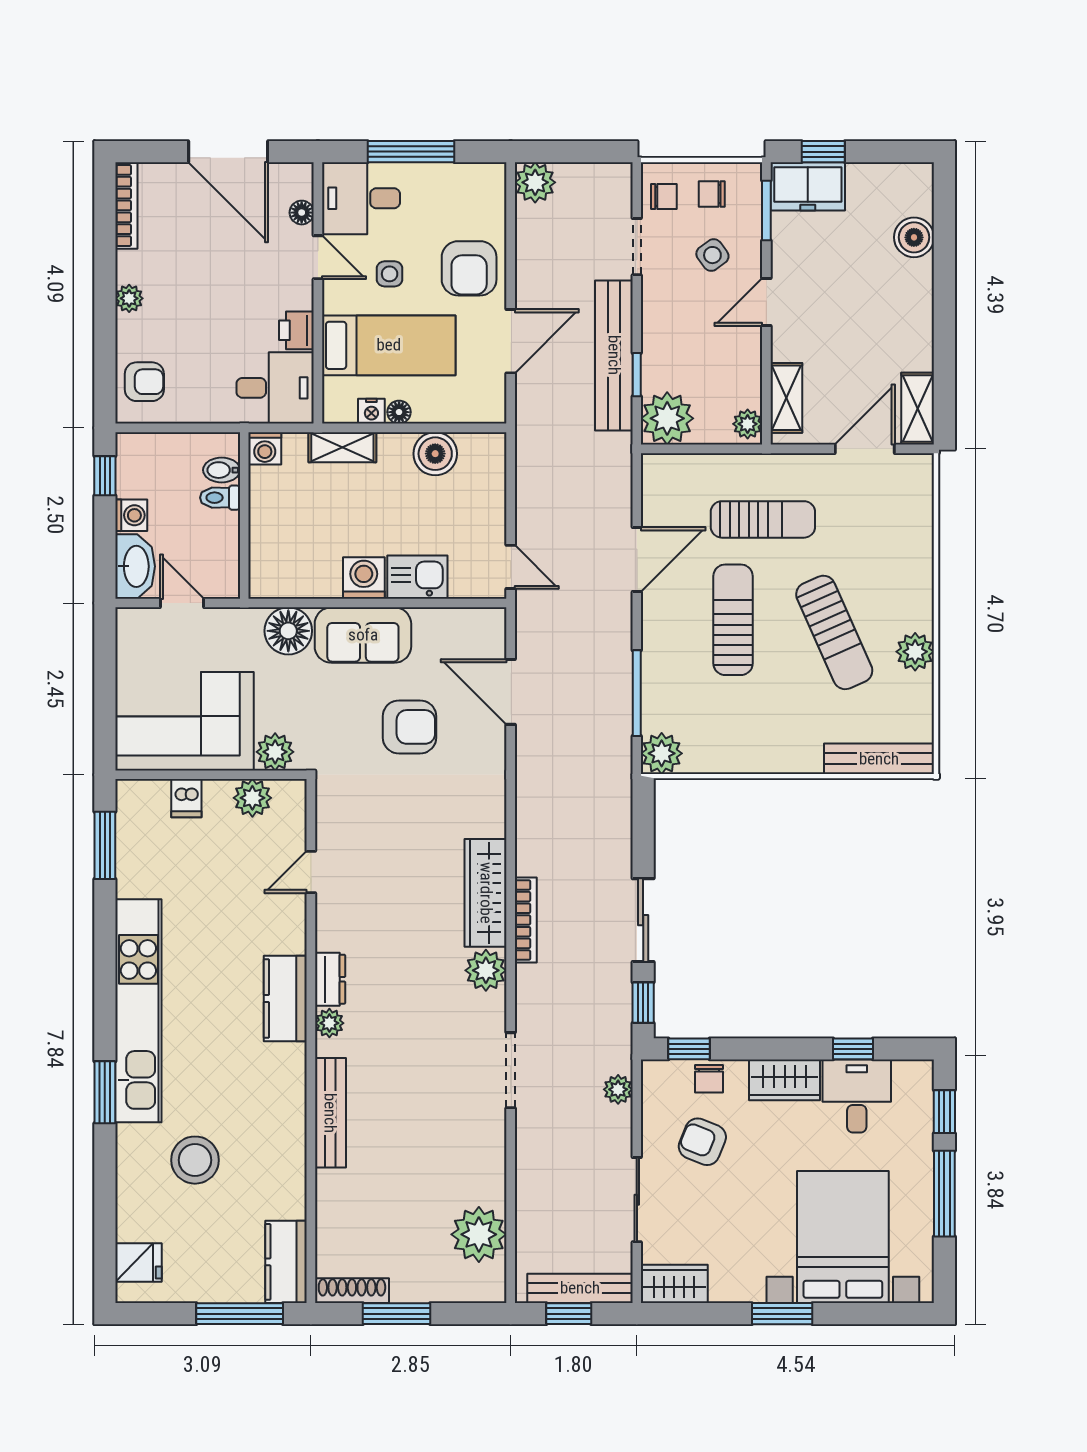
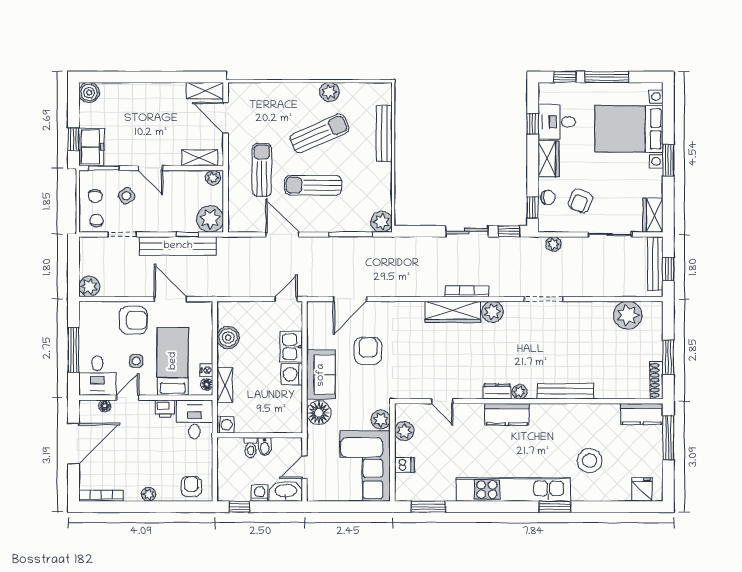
boiler: (914, 237) -> (89, 93), moved
floor lamp: (399, 412) -> (207, 384), moved
bidet: (222, 470) -> (265, 447), moved
bench: (879, 759) -> (384, 133), moved

